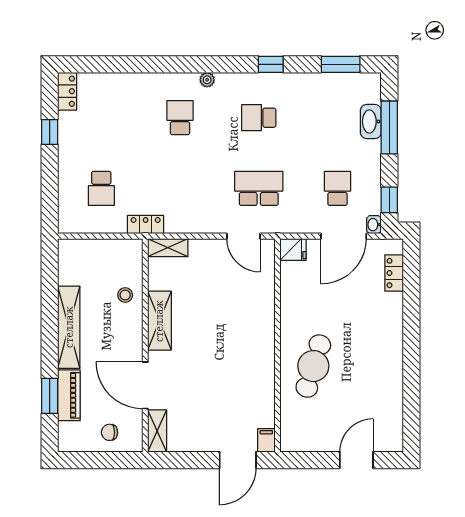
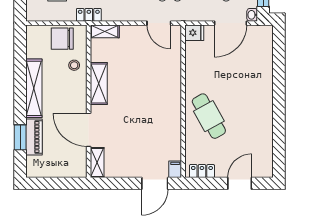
locker: (394, 273) -> (202, 171), moved, turned 90
cafe table: (313, 366) -> (209, 116), turned -46
chair: (109, 432) -> (62, 39), moved, width x1.87, depth x1.87

